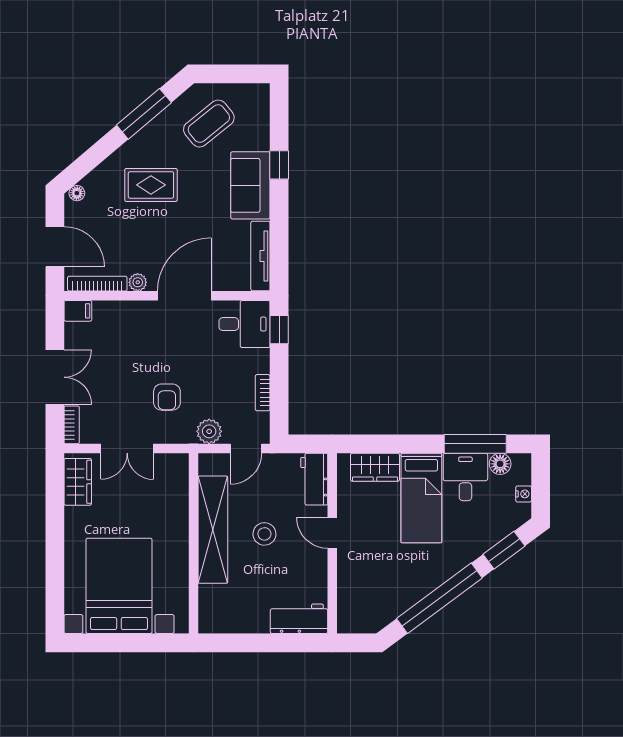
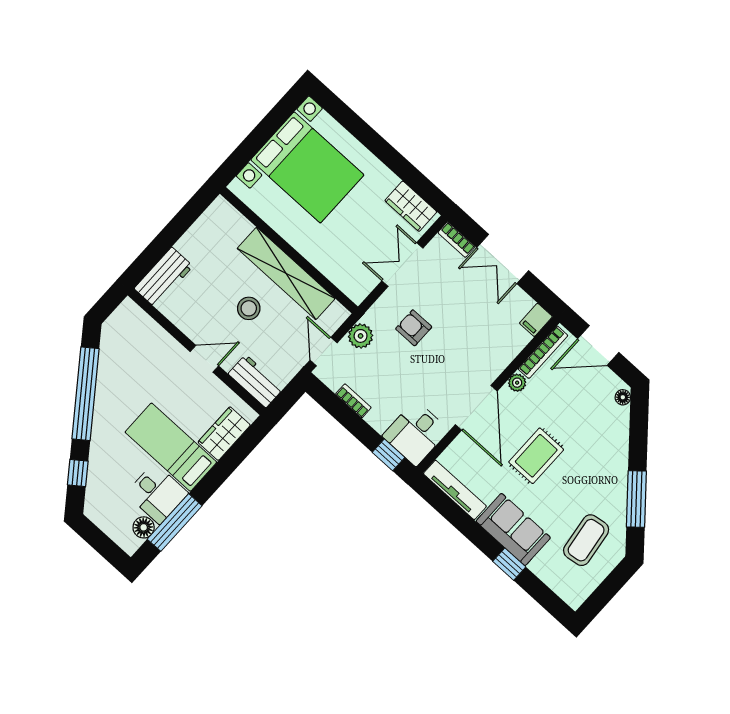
coffee table: (209, 124) -> (586, 540), turned 31
rug: (151, 185) -> (536, 456), moved
nightstand: (524, 494) -> (106, 525), removed
window: (504, 550) -> (78, 473), width x0.67

